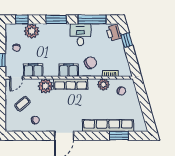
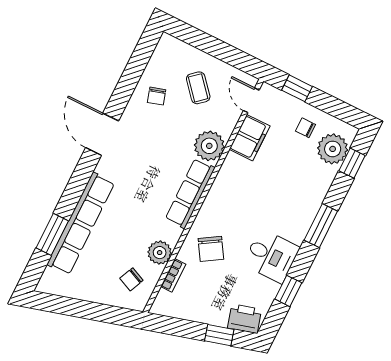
window: (92, 19) -> (288, 291), width x0.46
plant: (32, 31) -> (333, 149), moved
filing cabinet: (69, 70) -> (217, 202), removed

